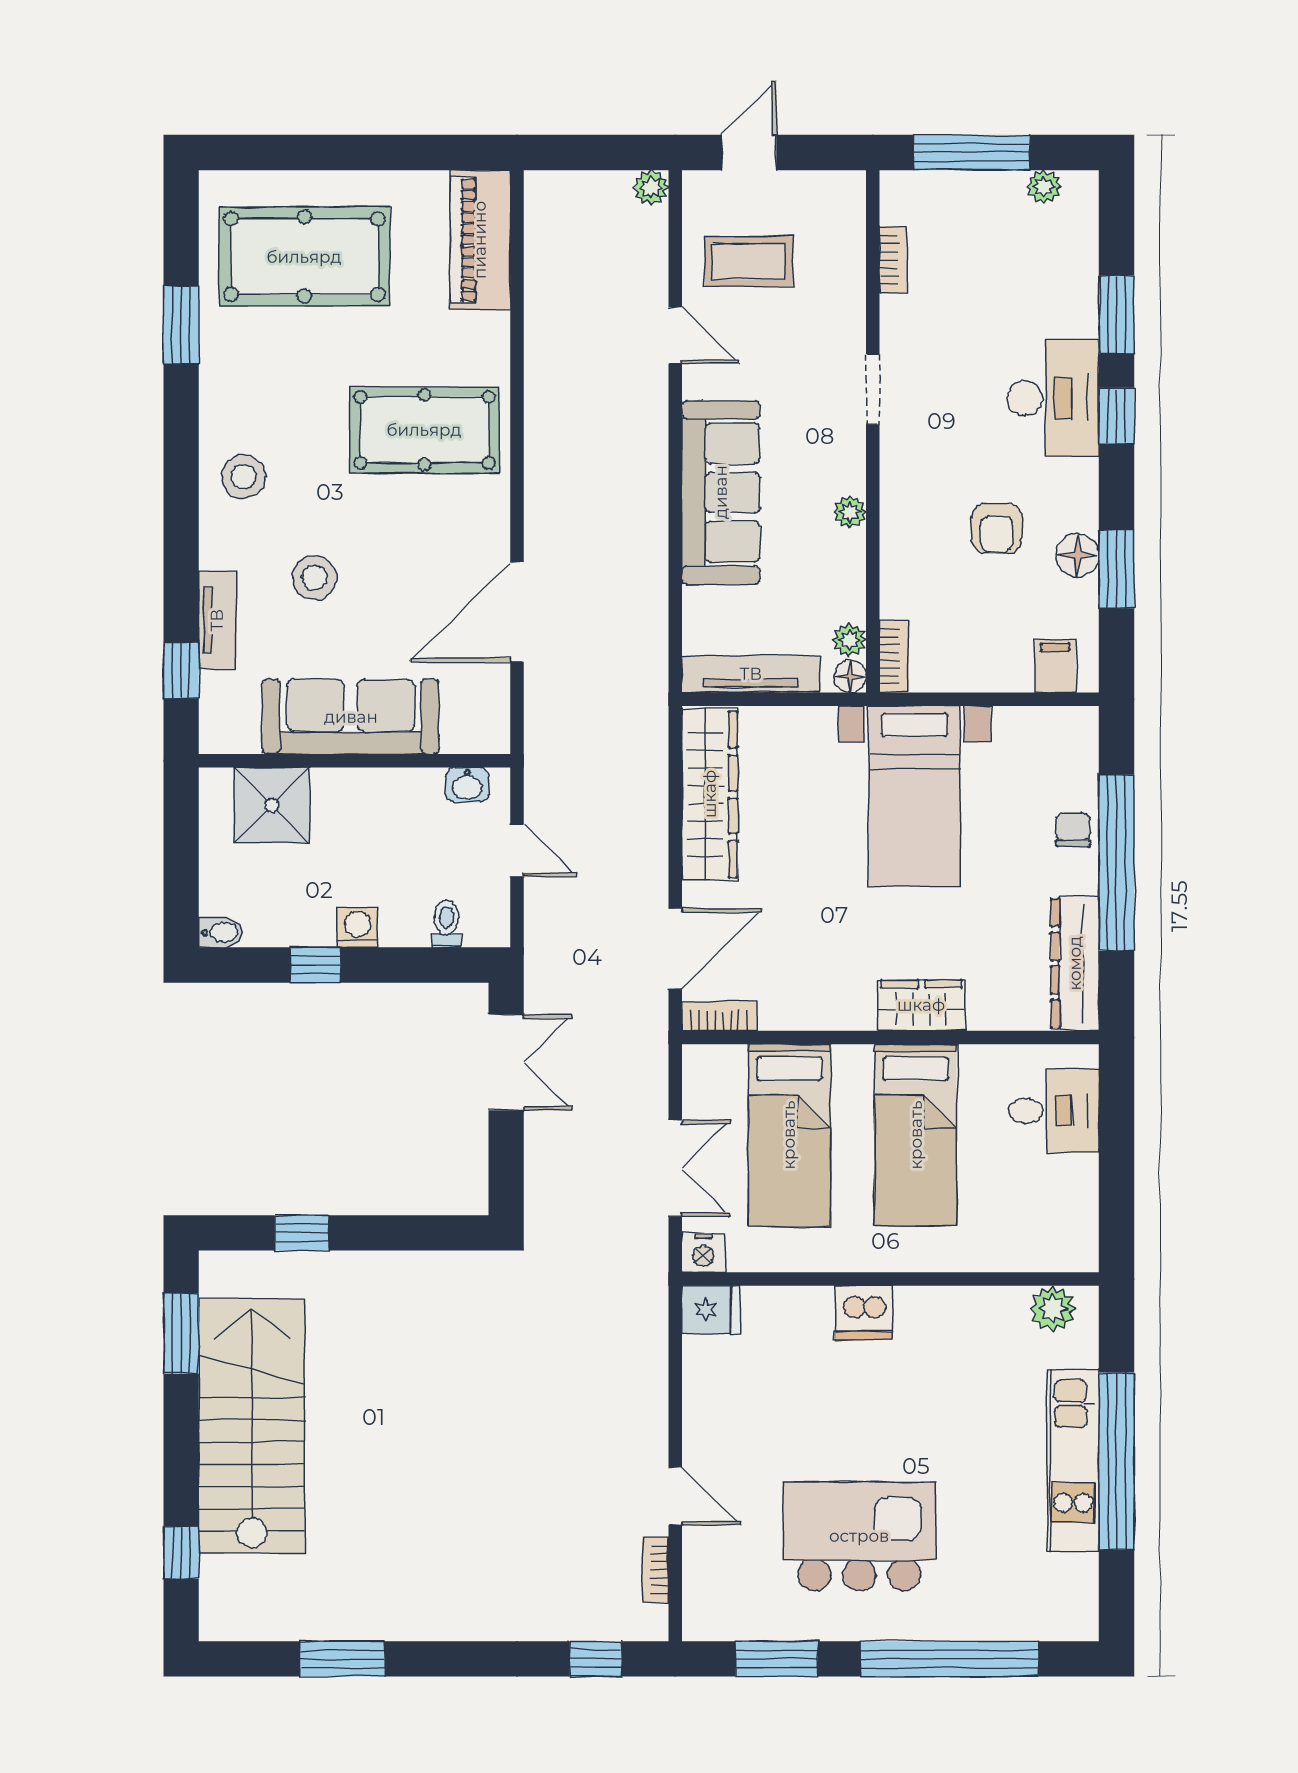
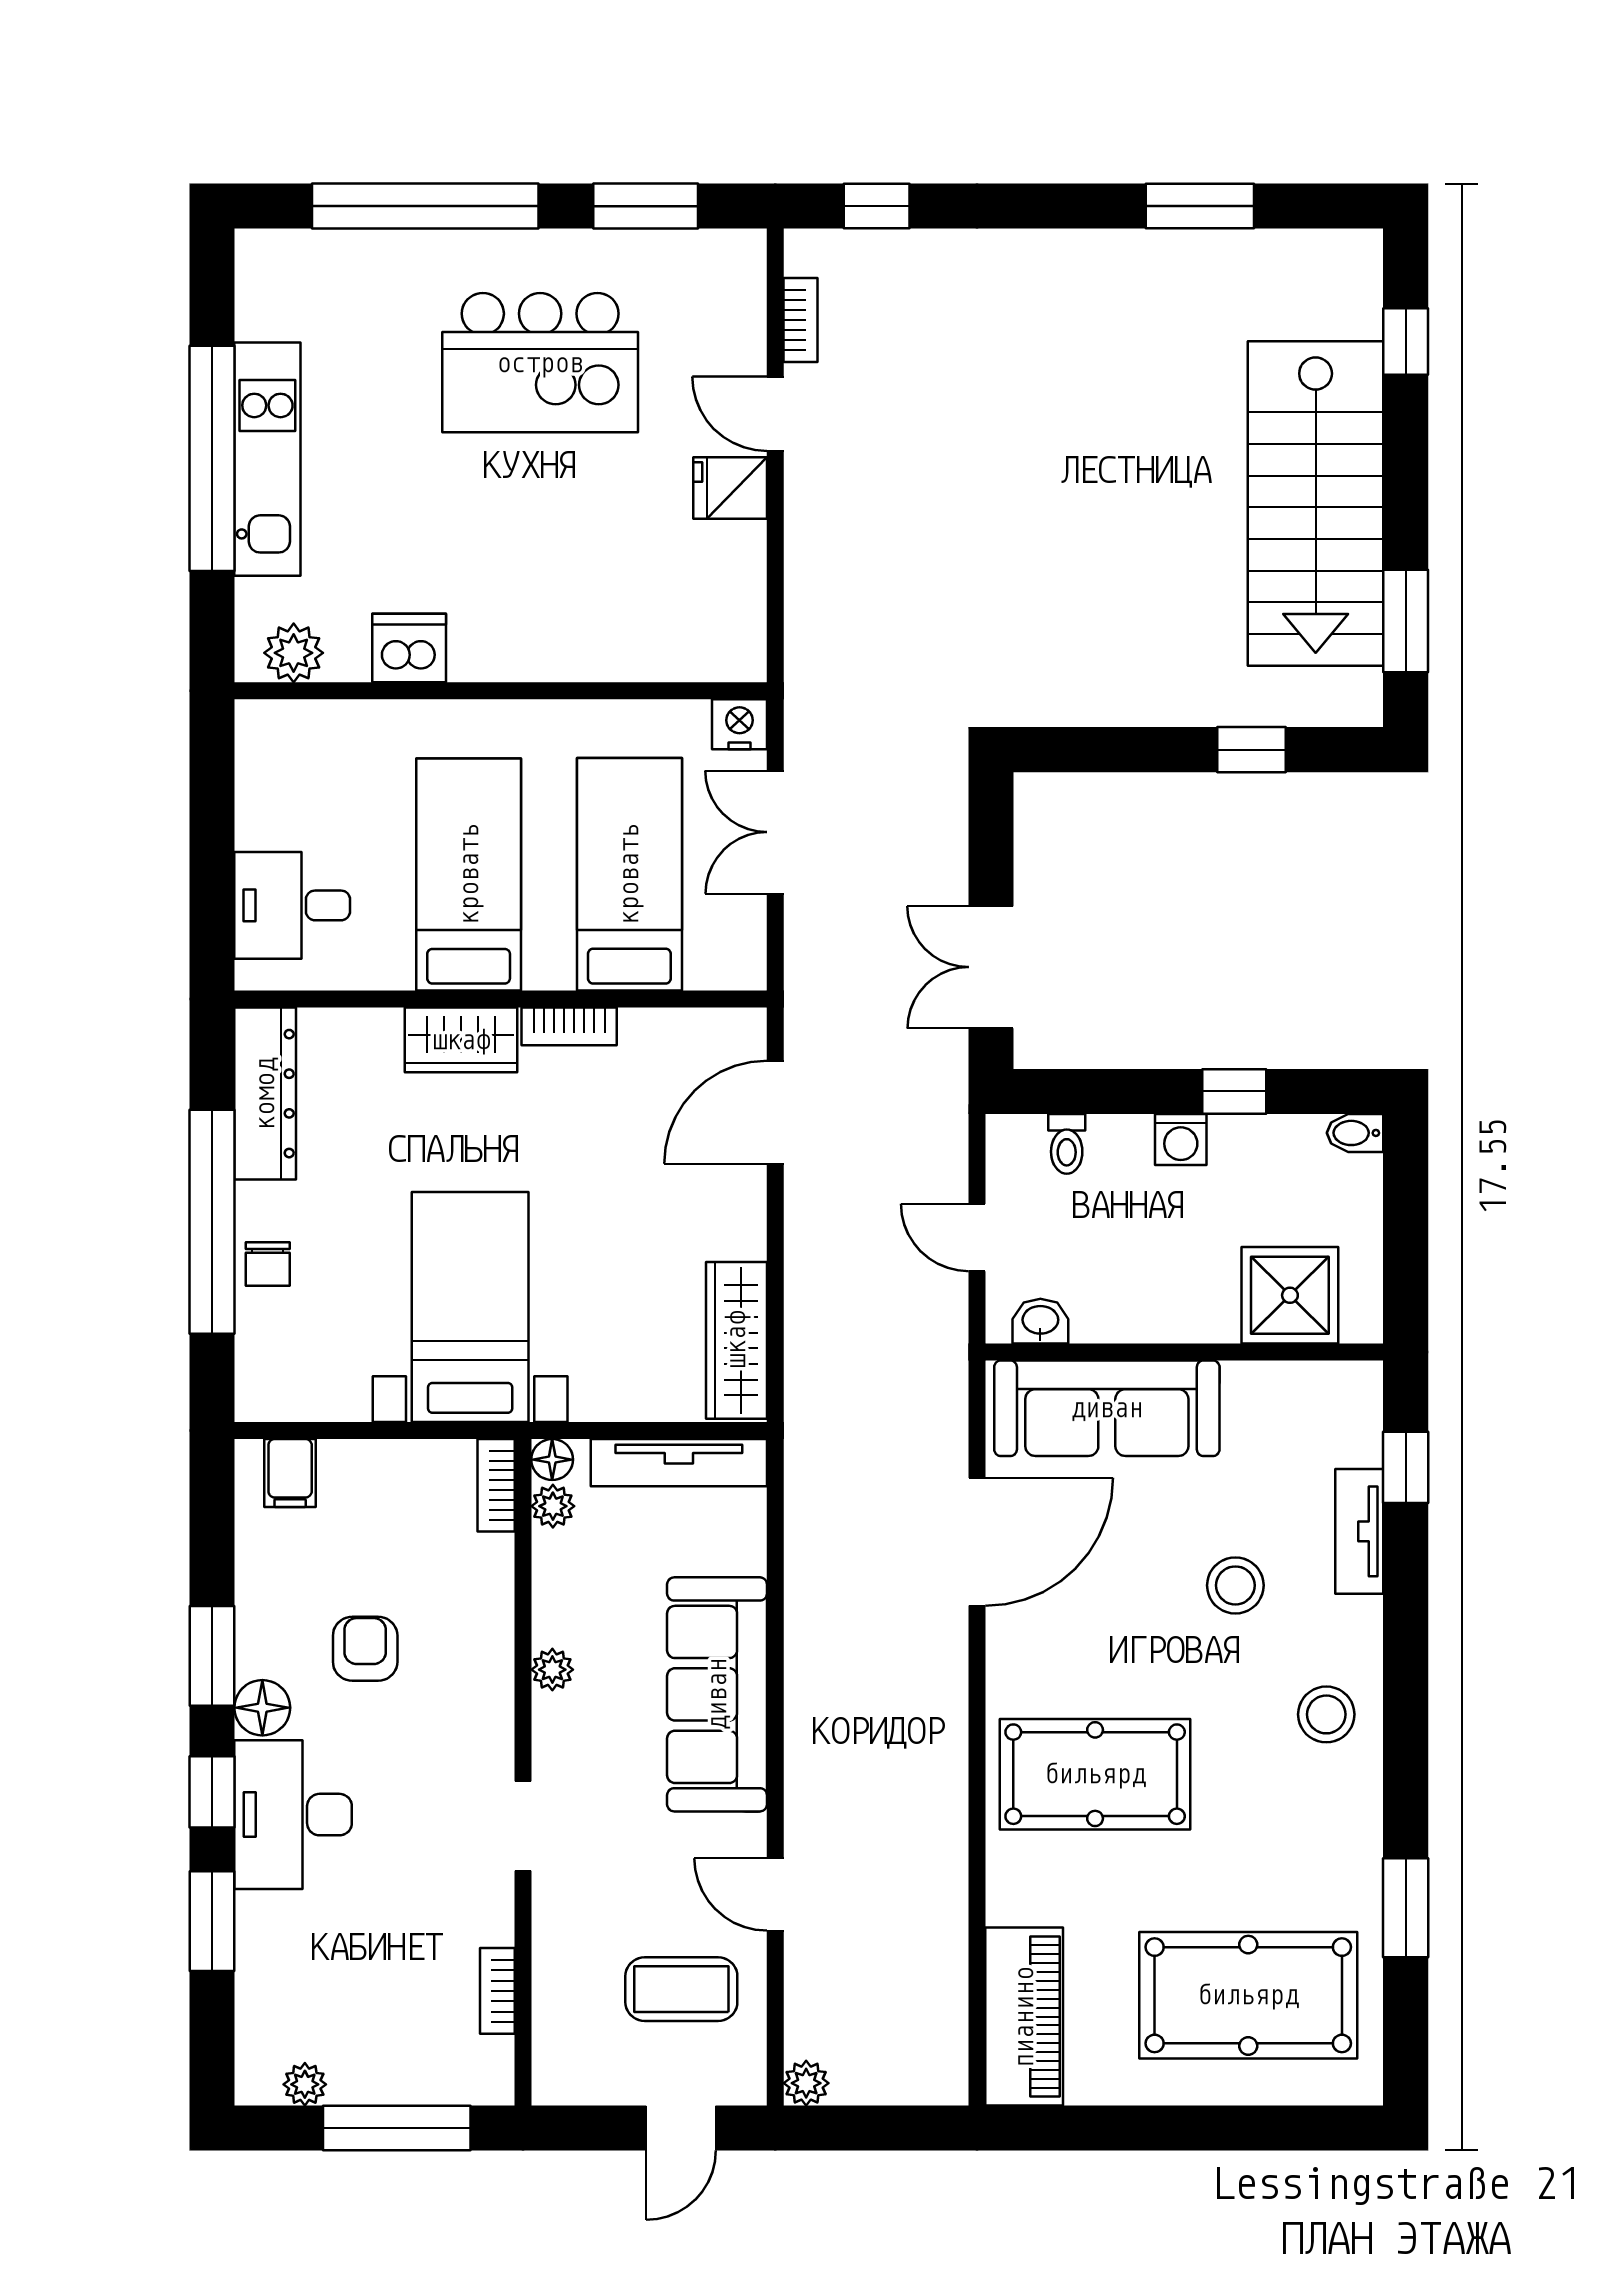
floor lamp: (1077, 555) -> (262, 1708), moved
window: (1117, 569) -> (212, 1656), moved
sofa: (351, 717) -> (1107, 1408), moved
wardrobe: (710, 794) -> (736, 1340), width x0.71, depth x0.85
bookcase: (719, 1016) -> (569, 1026), moved
fridge: (711, 1310) -> (730, 488), moved
dishwasher: (864, 1313) -> (409, 648), moved

